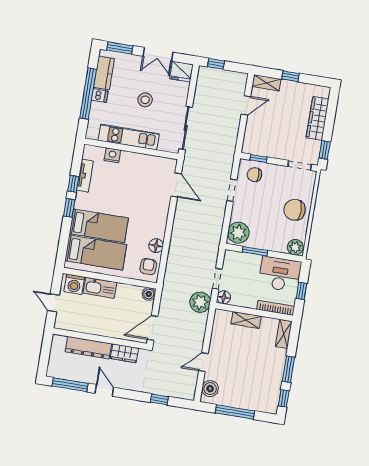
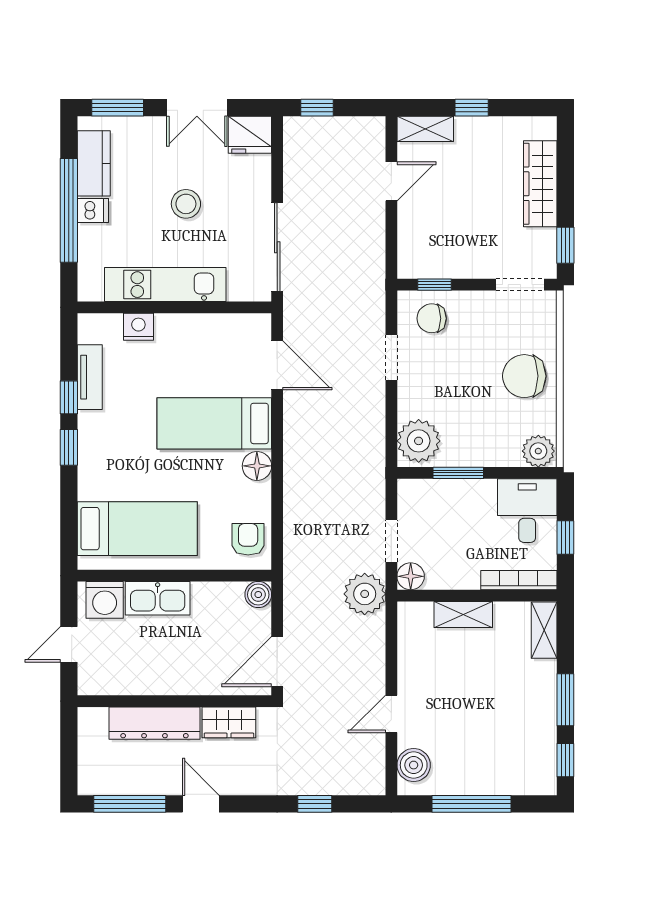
bed: (99, 226) -> (214, 423), moved, turned 180
floor lamp: (156, 246) -> (257, 466), moved
desk: (280, 274) -> (527, 511), width x0.73
door: (53, 303) -> (69, 644), hinge flipped

